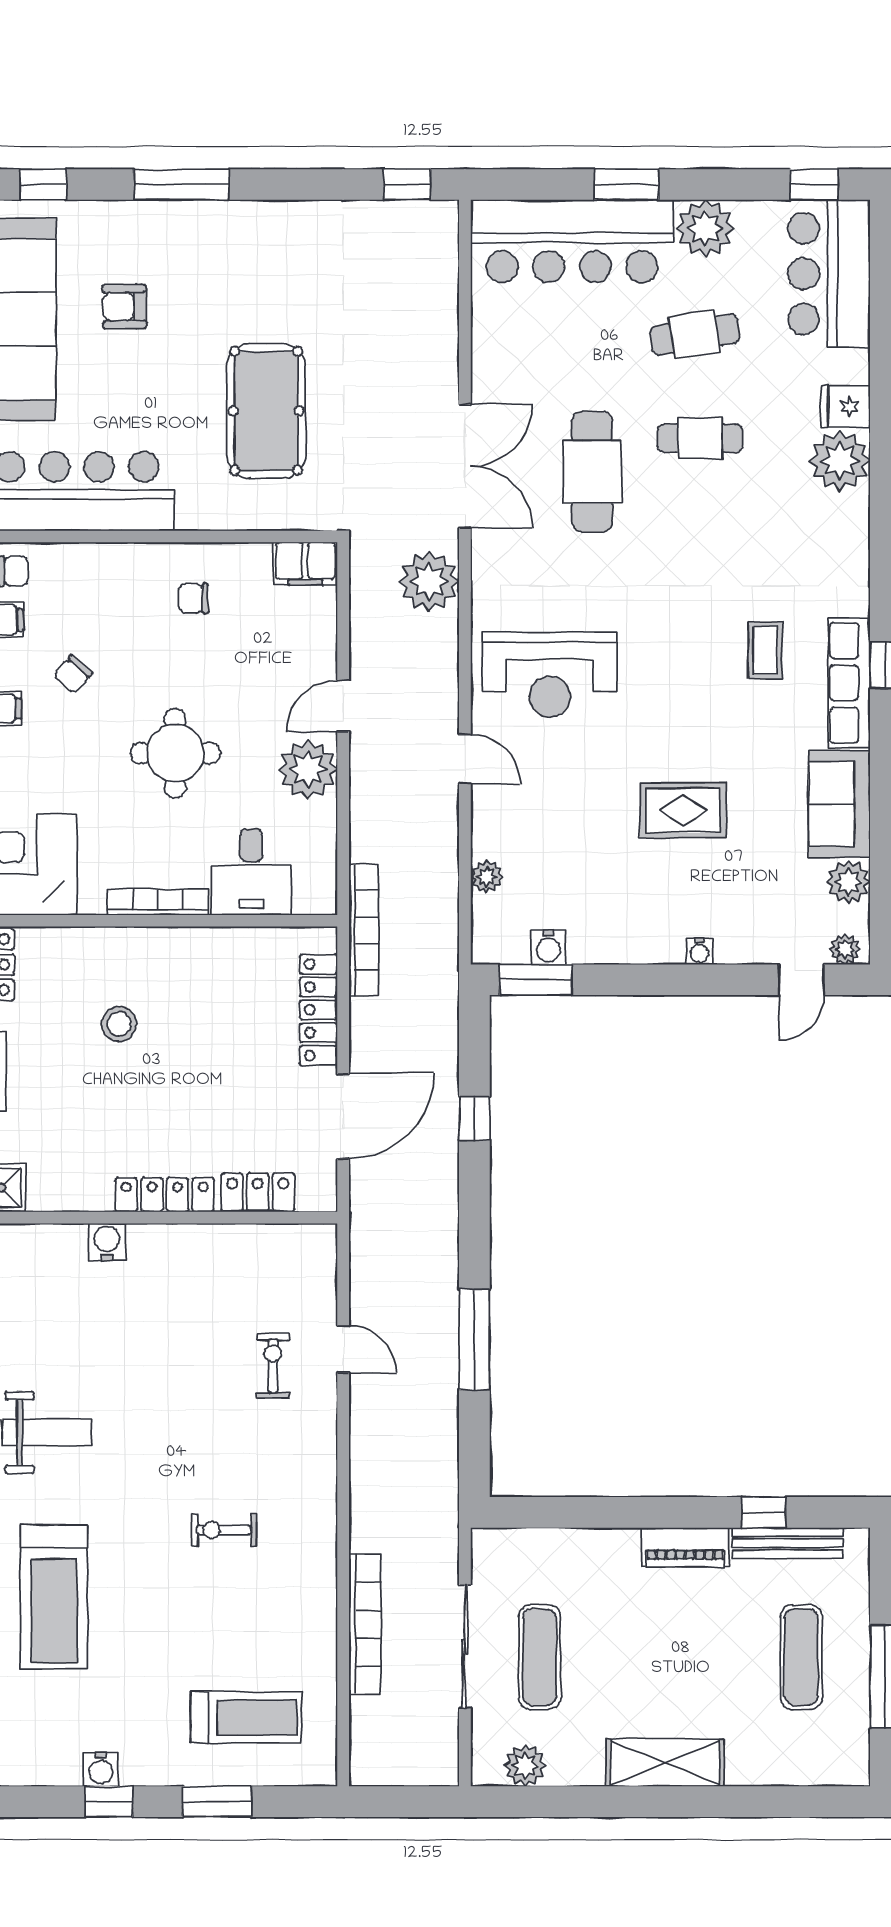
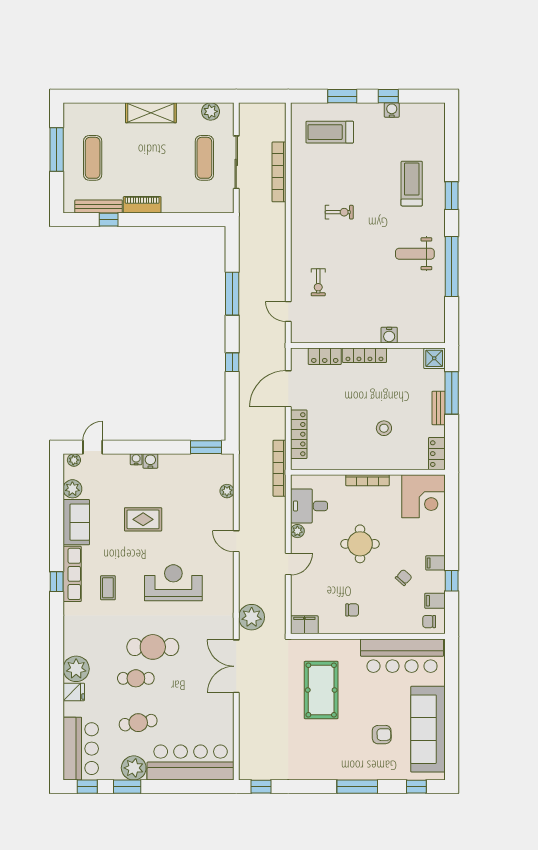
window: (626, 185) -> (127, 787), moved
cafe table: (592, 472) -> (153, 647), moved, turned 90
reception desk: (550, 675) -> (173, 583), moved
plant: (308, 769) -> (297, 531), width x0.53, depth x0.53
desk: (251, 872) -> (309, 506), moved, turned -90
water cooler: (548, 947) -> (150, 461), moved
window: (474, 1119) -> (232, 362), moved
door: (343, 1349) -> (288, 312), moved
treadmill: (54, 1597) -> (412, 184), width x0.73, depth x0.73

